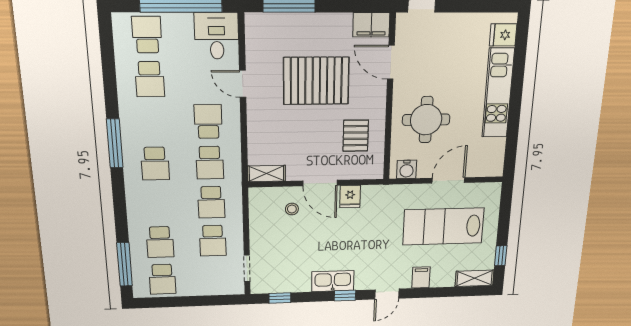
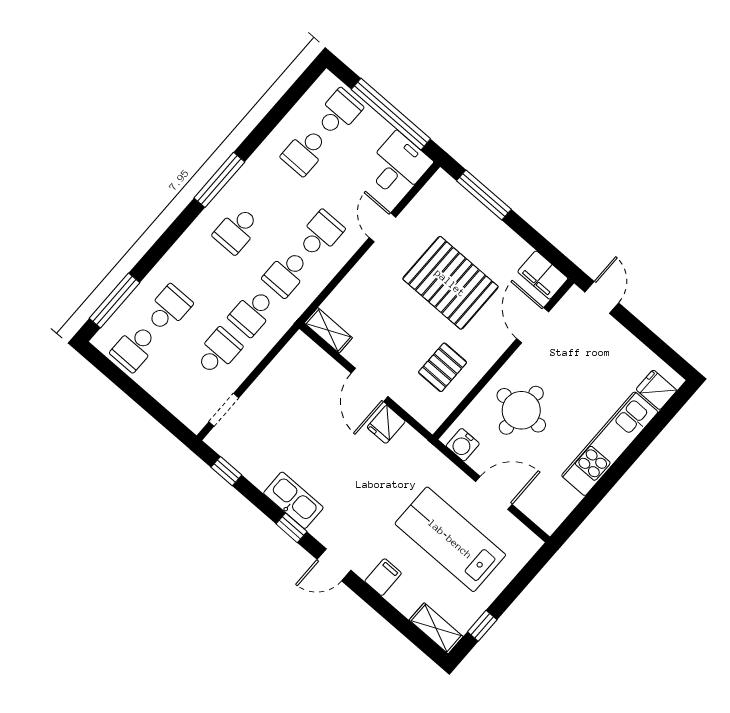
stool: (292, 209) -> (321, 387), removed
school desk: (213, 241) -> (218, 352), turned 180
school desk: (160, 242) -> (169, 309), turned 180

